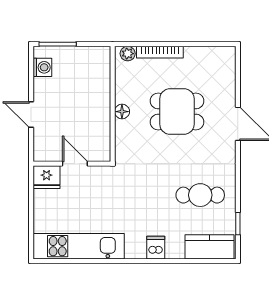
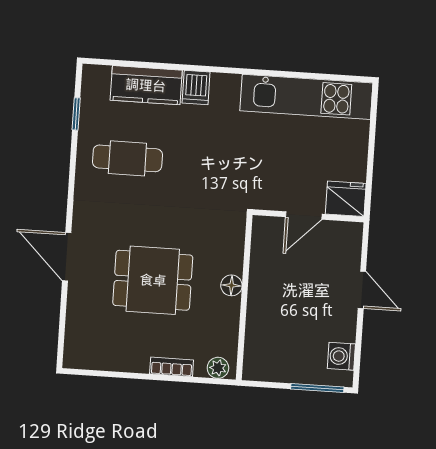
bookcase: (160, 52) -> (172, 367), width x0.64
door: (75, 164) -> (304, 215), hinge flipped
kitchen counter: (209, 247) -> (146, 85), moved

